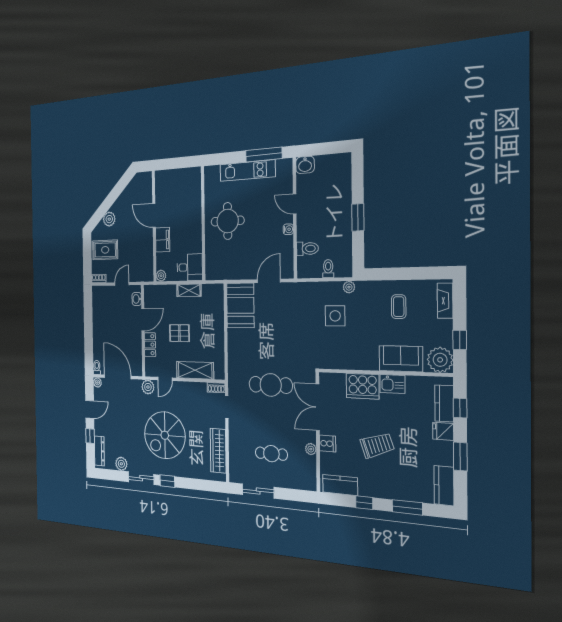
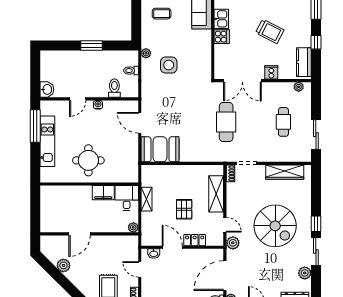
plant: (109, 219) -> (63, 265), moved
filing cabinet: (163, 240) -> (103, 193), moved, turned 180
cooker: (363, 386) -> (222, 37), width x0.53, depth x0.76
trolley: (377, 445) -> (270, 31), turned 136
plant: (311, 449) -> (299, 87), moved

